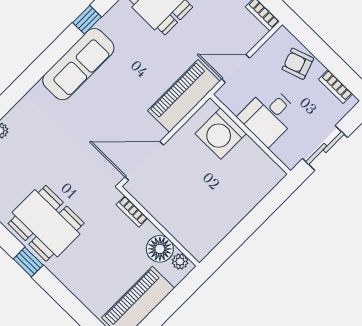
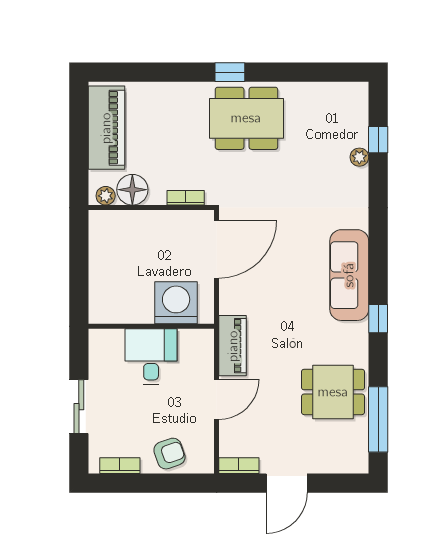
piano: (184, 96) -> (233, 346), width x0.73, depth x0.75
desk: (269, 116) -> (151, 357), moved
washing machine: (221, 134) -> (176, 303), moved
wall: (250, 134) -> (151, 326), moved

